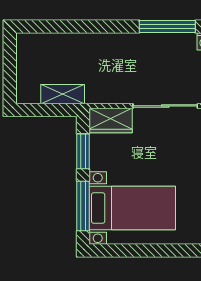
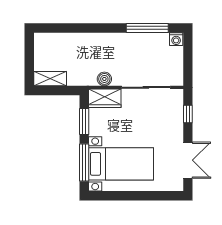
shelving: (63, 94) -> (50, 79), moved
boiler: (110, 95) -> (104, 79), added

